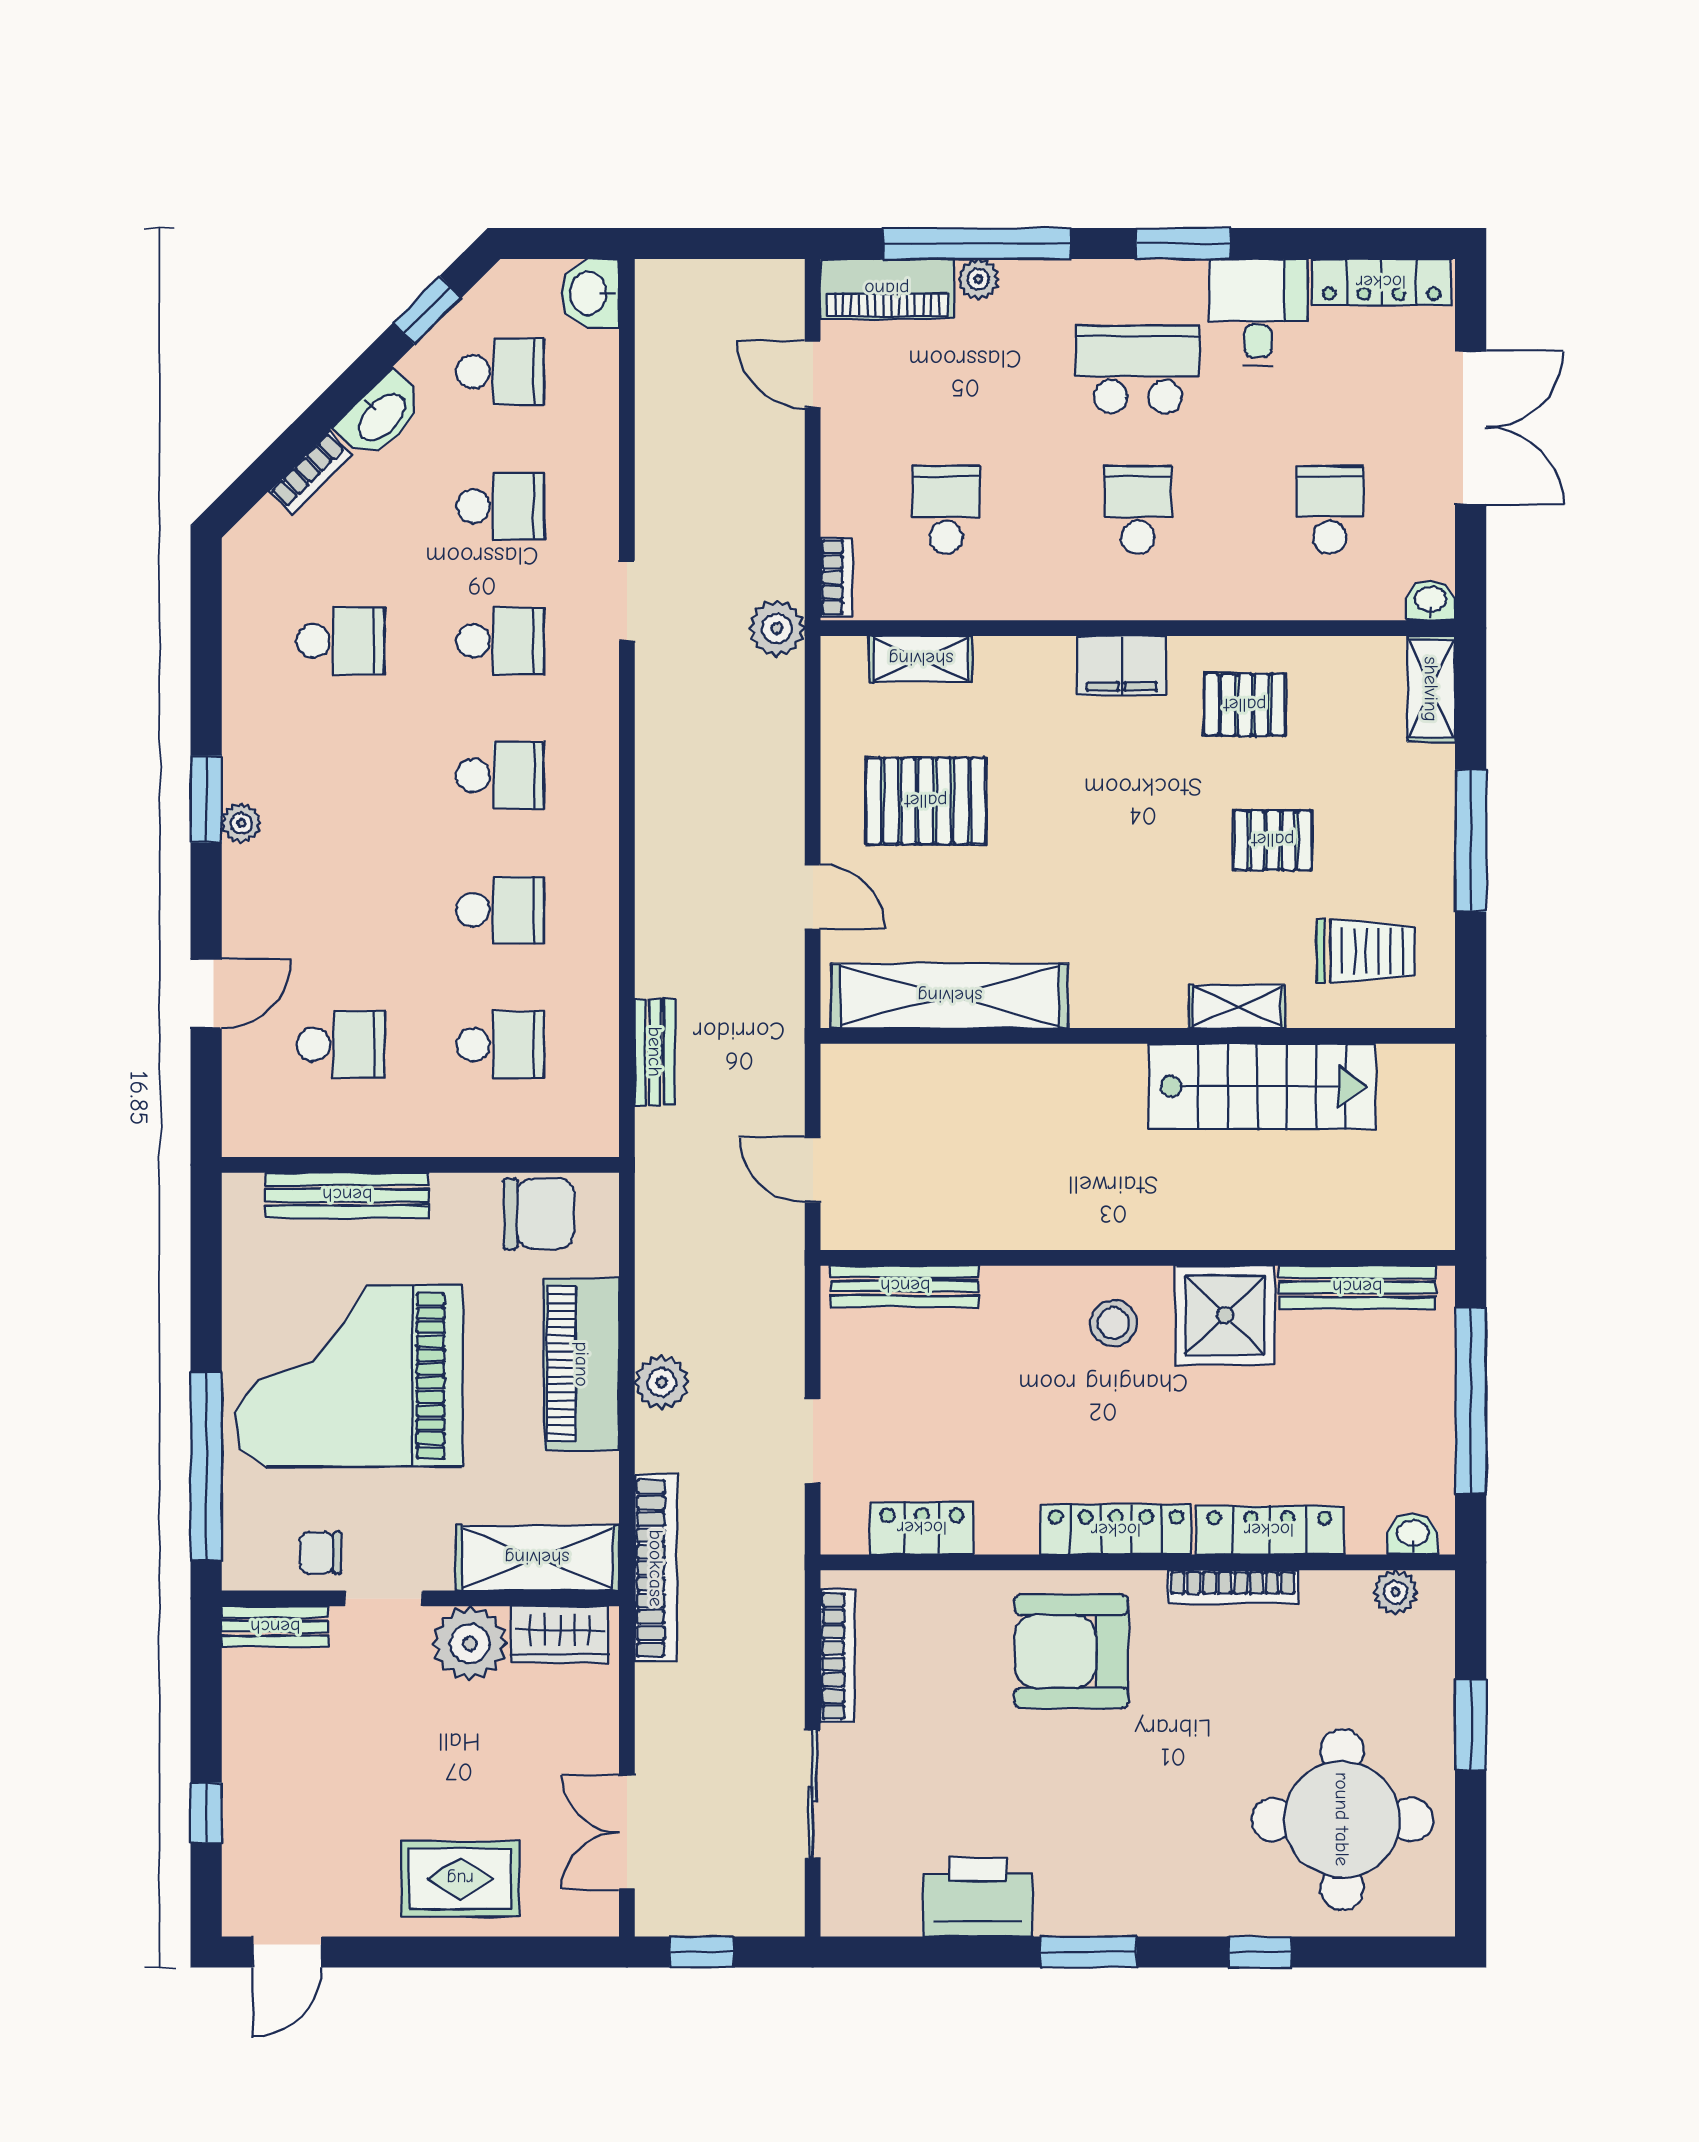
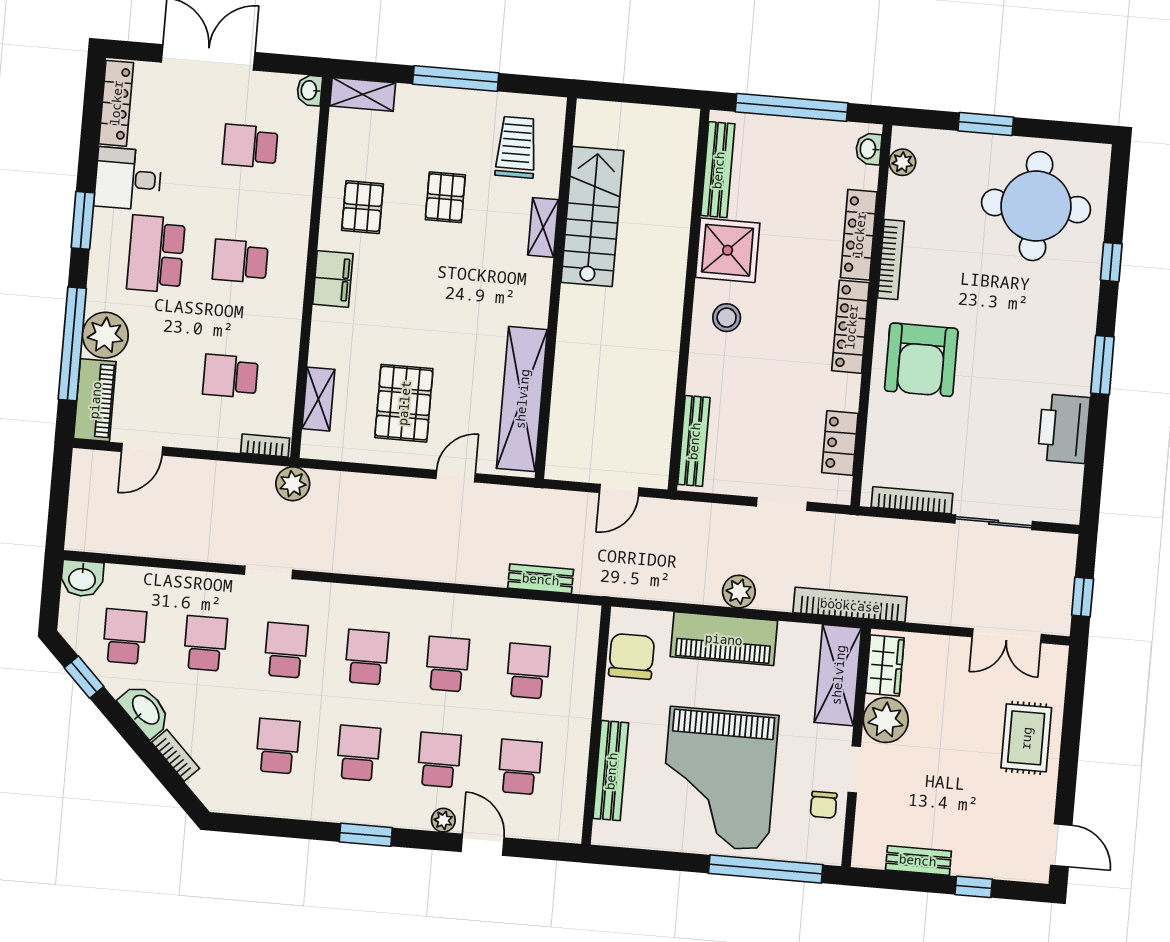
plant: (978, 279) -> (105, 335), width x1.88, depth x1.88
school desk: (340, 775) -> (358, 753), added
plant: (241, 823) -> (443, 820), moved
school desk: (340, 910) -> (439, 760), added
bench: (275, 1627) -> (918, 860), moved, turned 90

